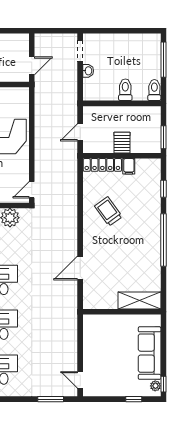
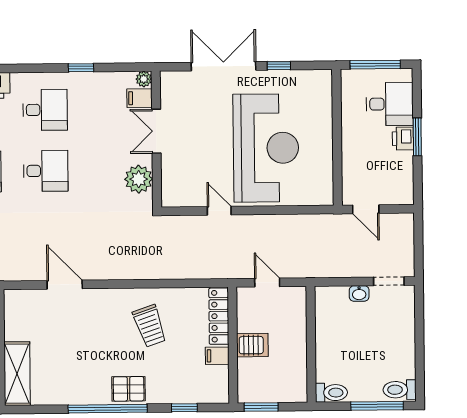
toilet: (125, 90) -> (400, 390), moved, turned 180
door: (32, 190) -> (219, 211), moved
trolley: (108, 211) -> (150, 326), turned 107
pallet: (150, 226) -> (129, 389), added

